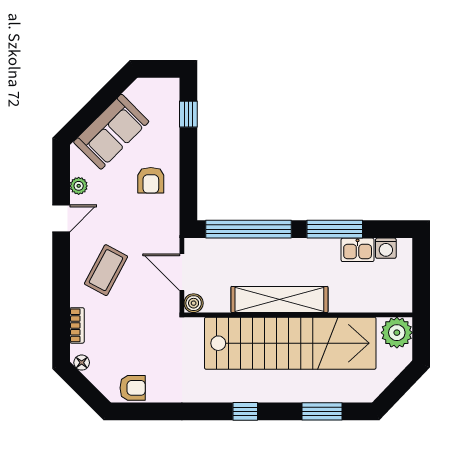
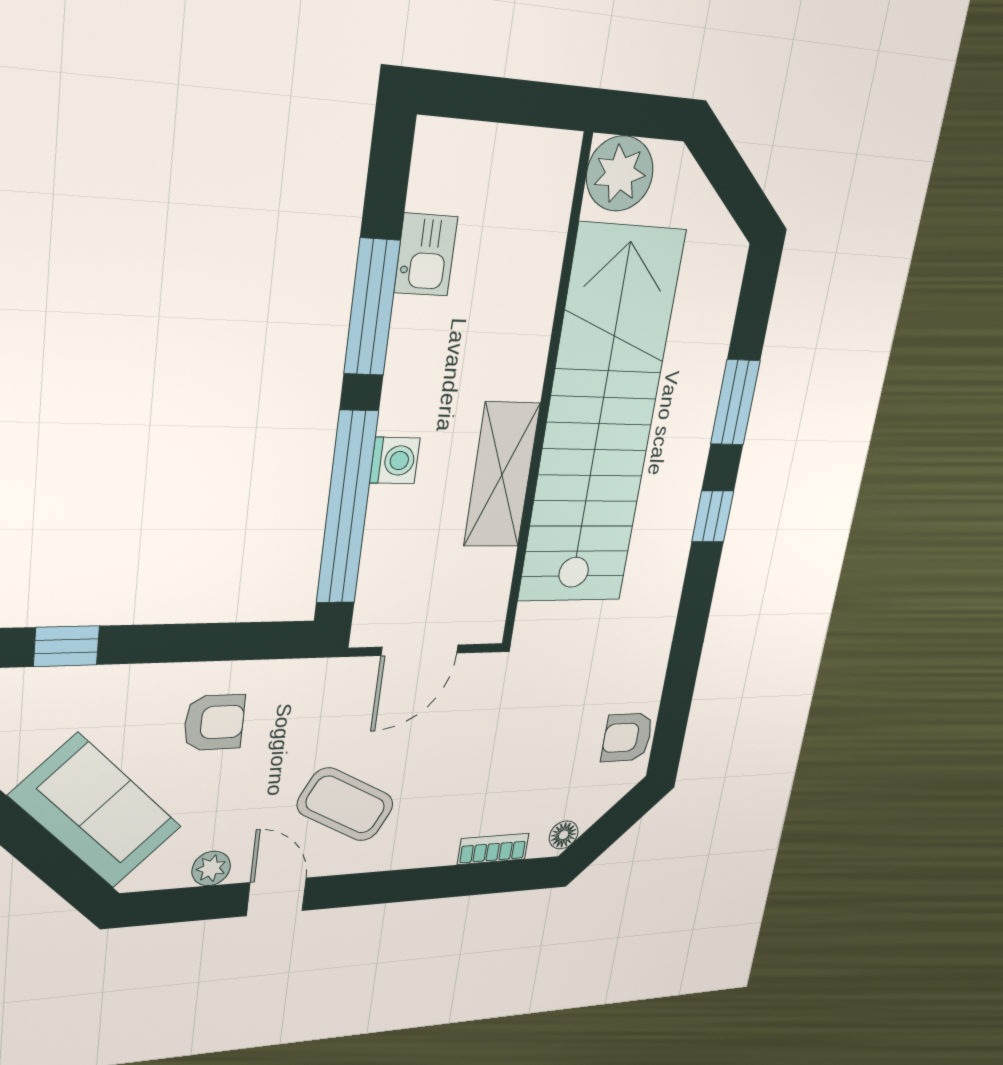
washing machine: (386, 248) -> (395, 460), moved
coffee table: (106, 270) -> (345, 805), moved
shelving: (279, 299) -> (502, 475), width x0.68
boiler: (194, 303) -> (486, 624), removed
armchair: (133, 388) -> (627, 737), turned -90
window: (322, 411) -> (735, 402), moved

